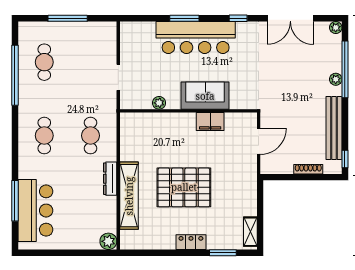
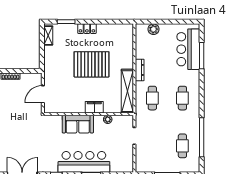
filing cabinet: (210, 121) -> (94, 107), moved
shelving: (129, 196) -> (127, 91), moved
plant: (108, 241) -> (153, 29), moved

